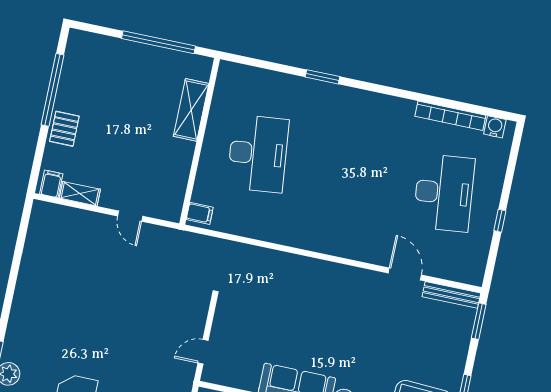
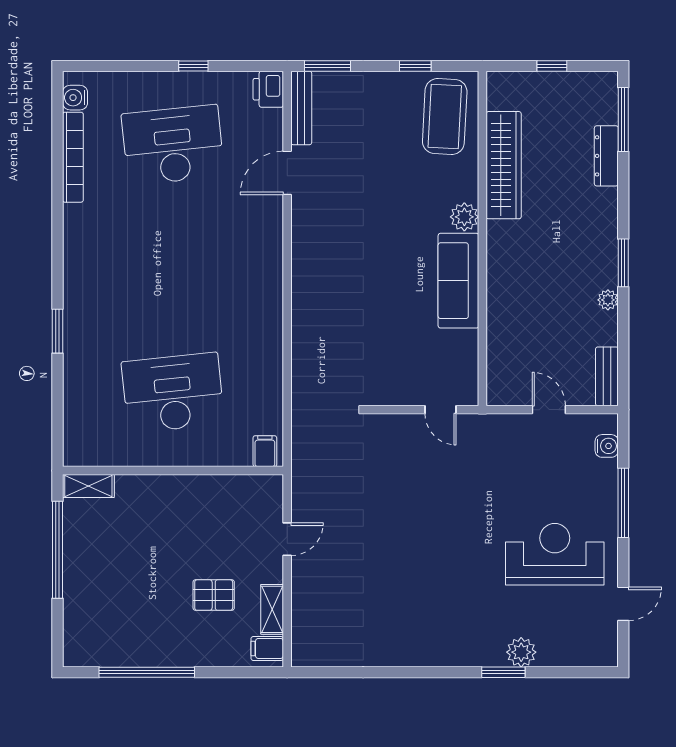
shelving: (191, 110) -> (88, 486), moved, width x0.67, depth x0.75
pallet: (64, 129) -> (214, 595), moved
printer: (471, 273) -> (268, 89), added

